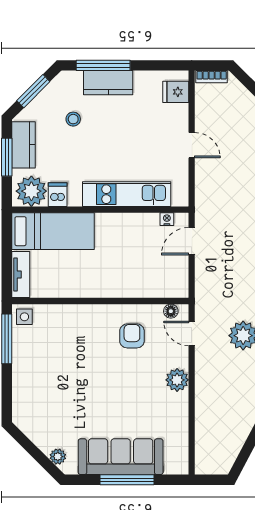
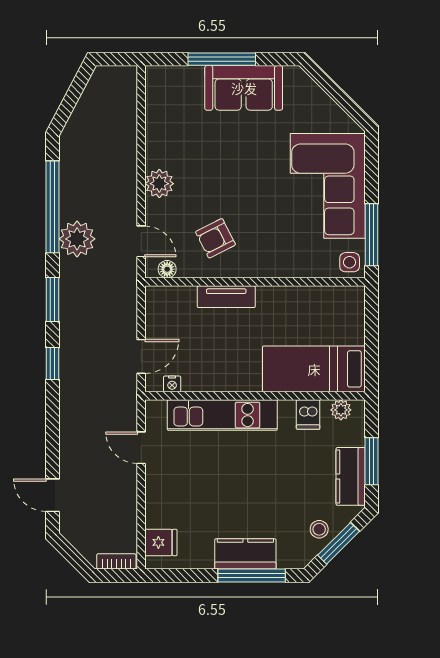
stool: (73, 119) -> (319, 529), moved
door: (192, 145) -> (141, 448), moved
plant: (31, 191) -> (341, 410), width x0.53, depth x0.53
tv unit: (21, 275) -> (226, 297), moved, turned -90
armchair: (132, 336) -> (215, 238), turned 63
corner sofa: (42, 378) -> (328, 186), added
plant: (58, 457) -> (308, 88), removed
sofa: (121, 457) -> (244, 88), width x0.73

